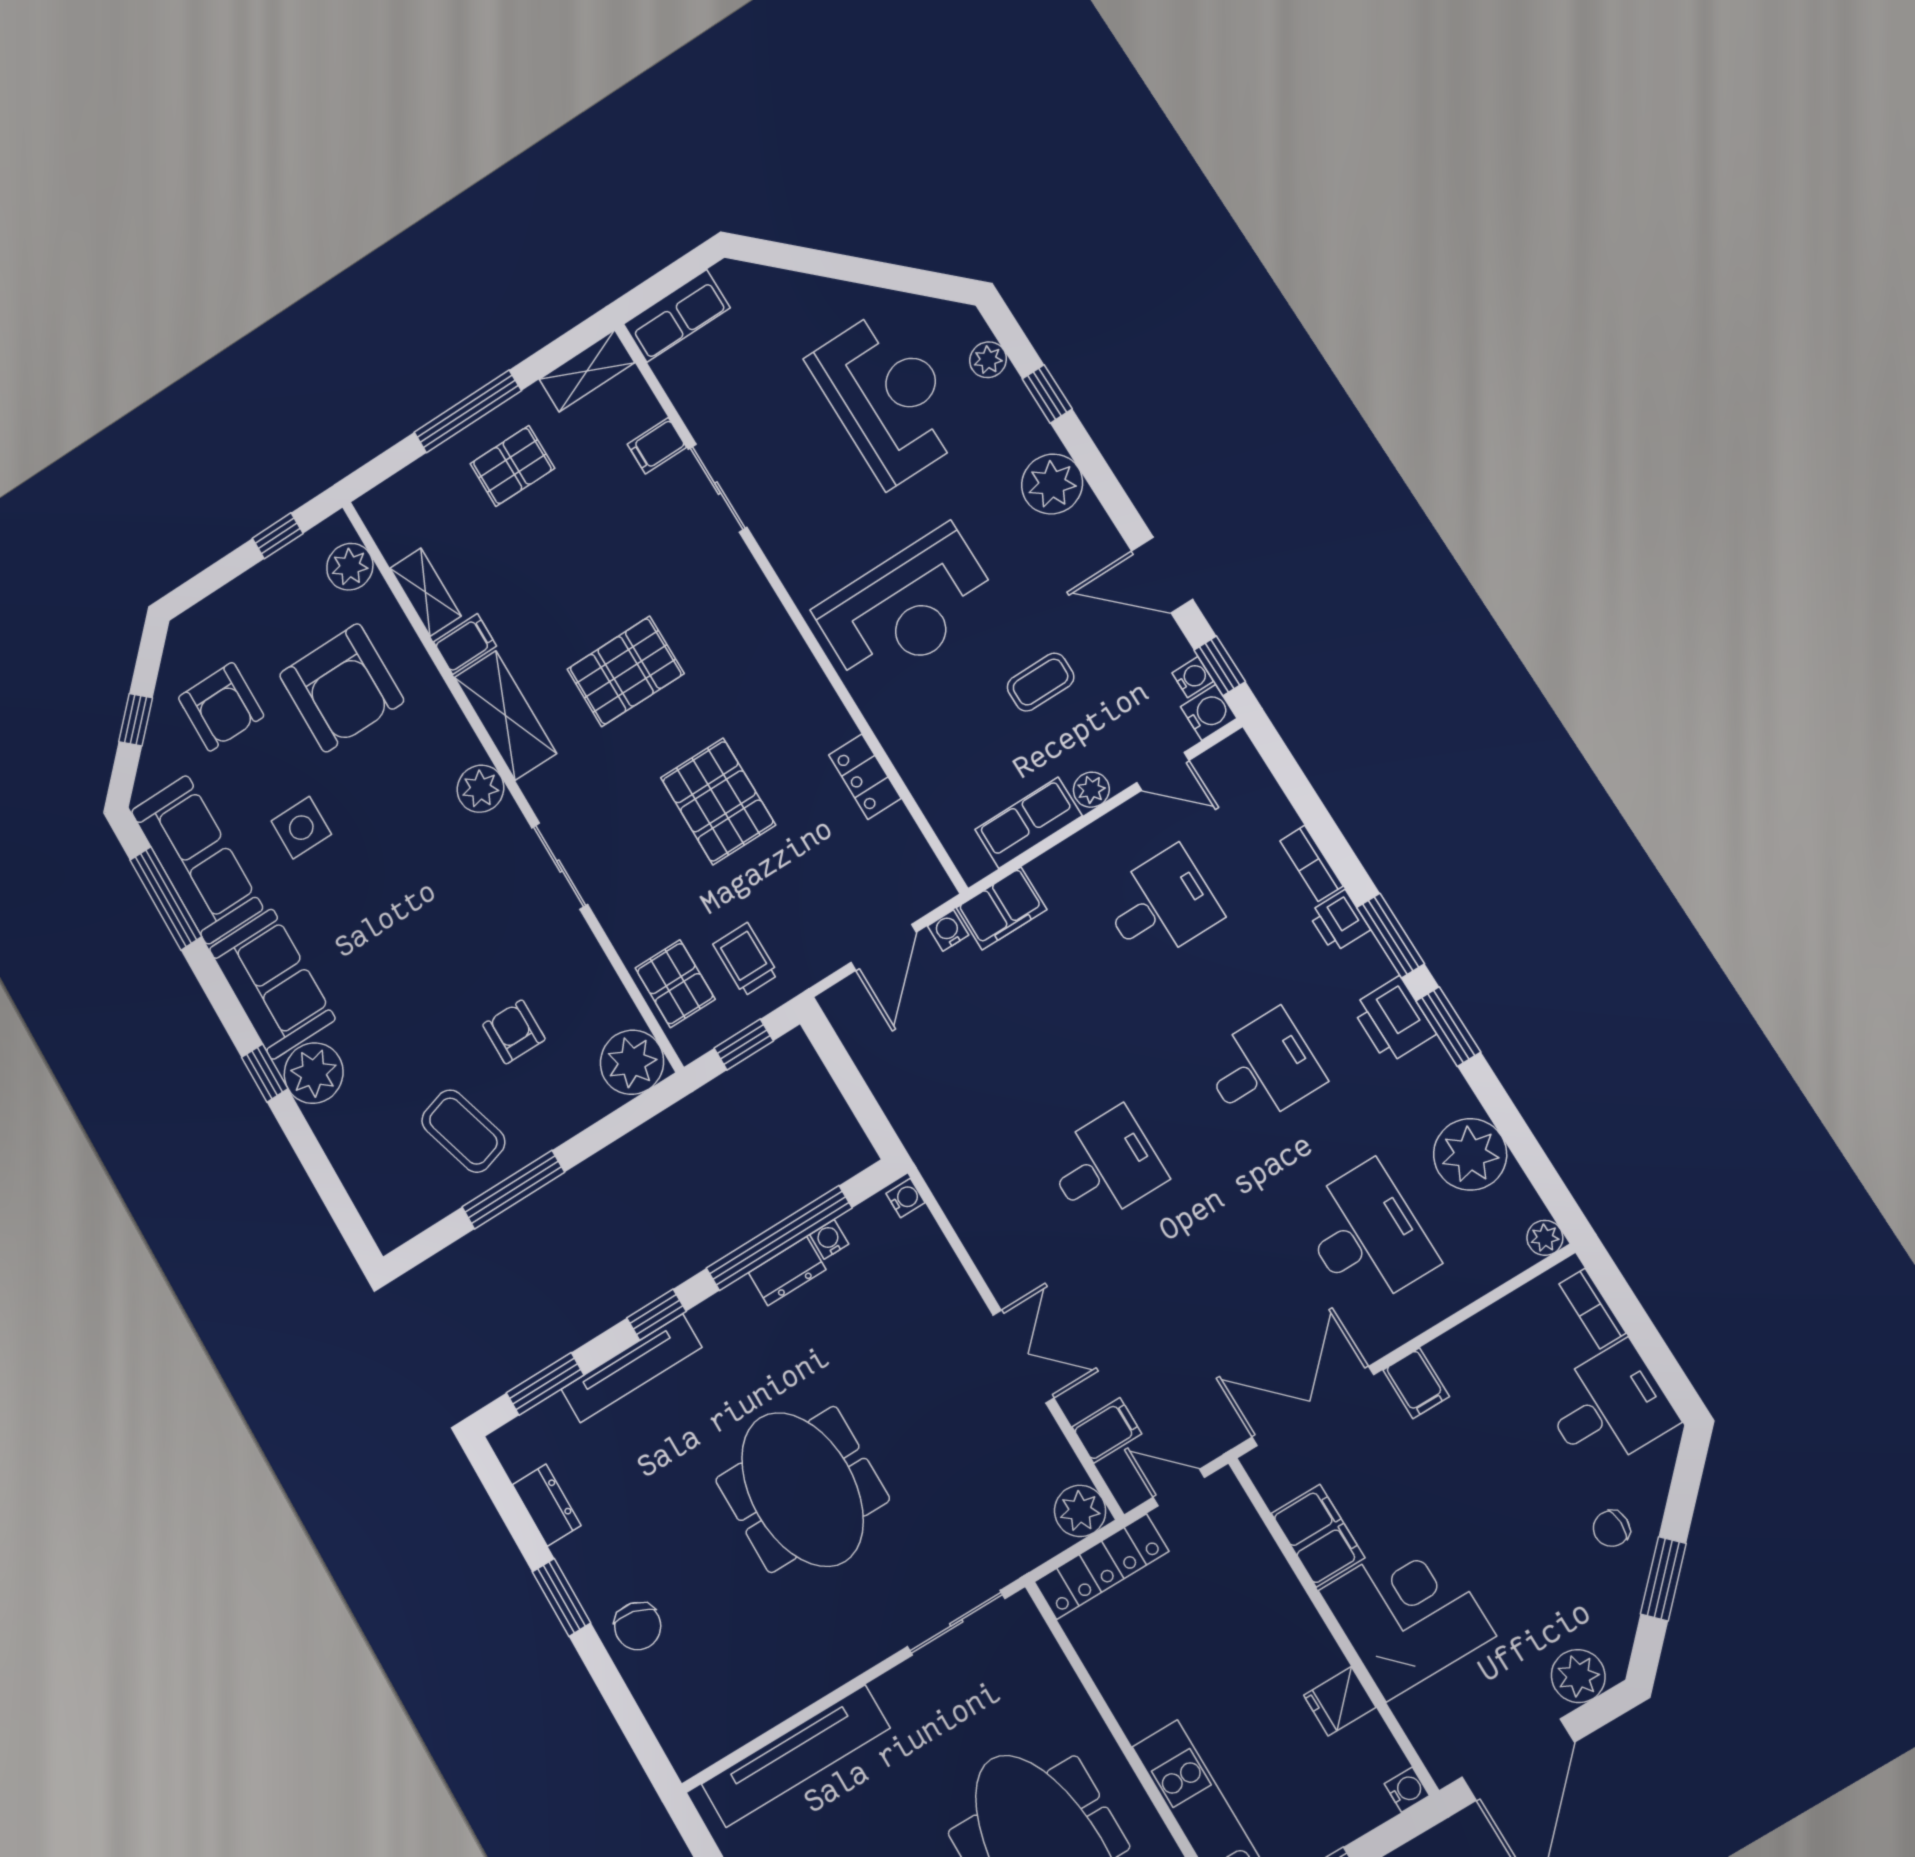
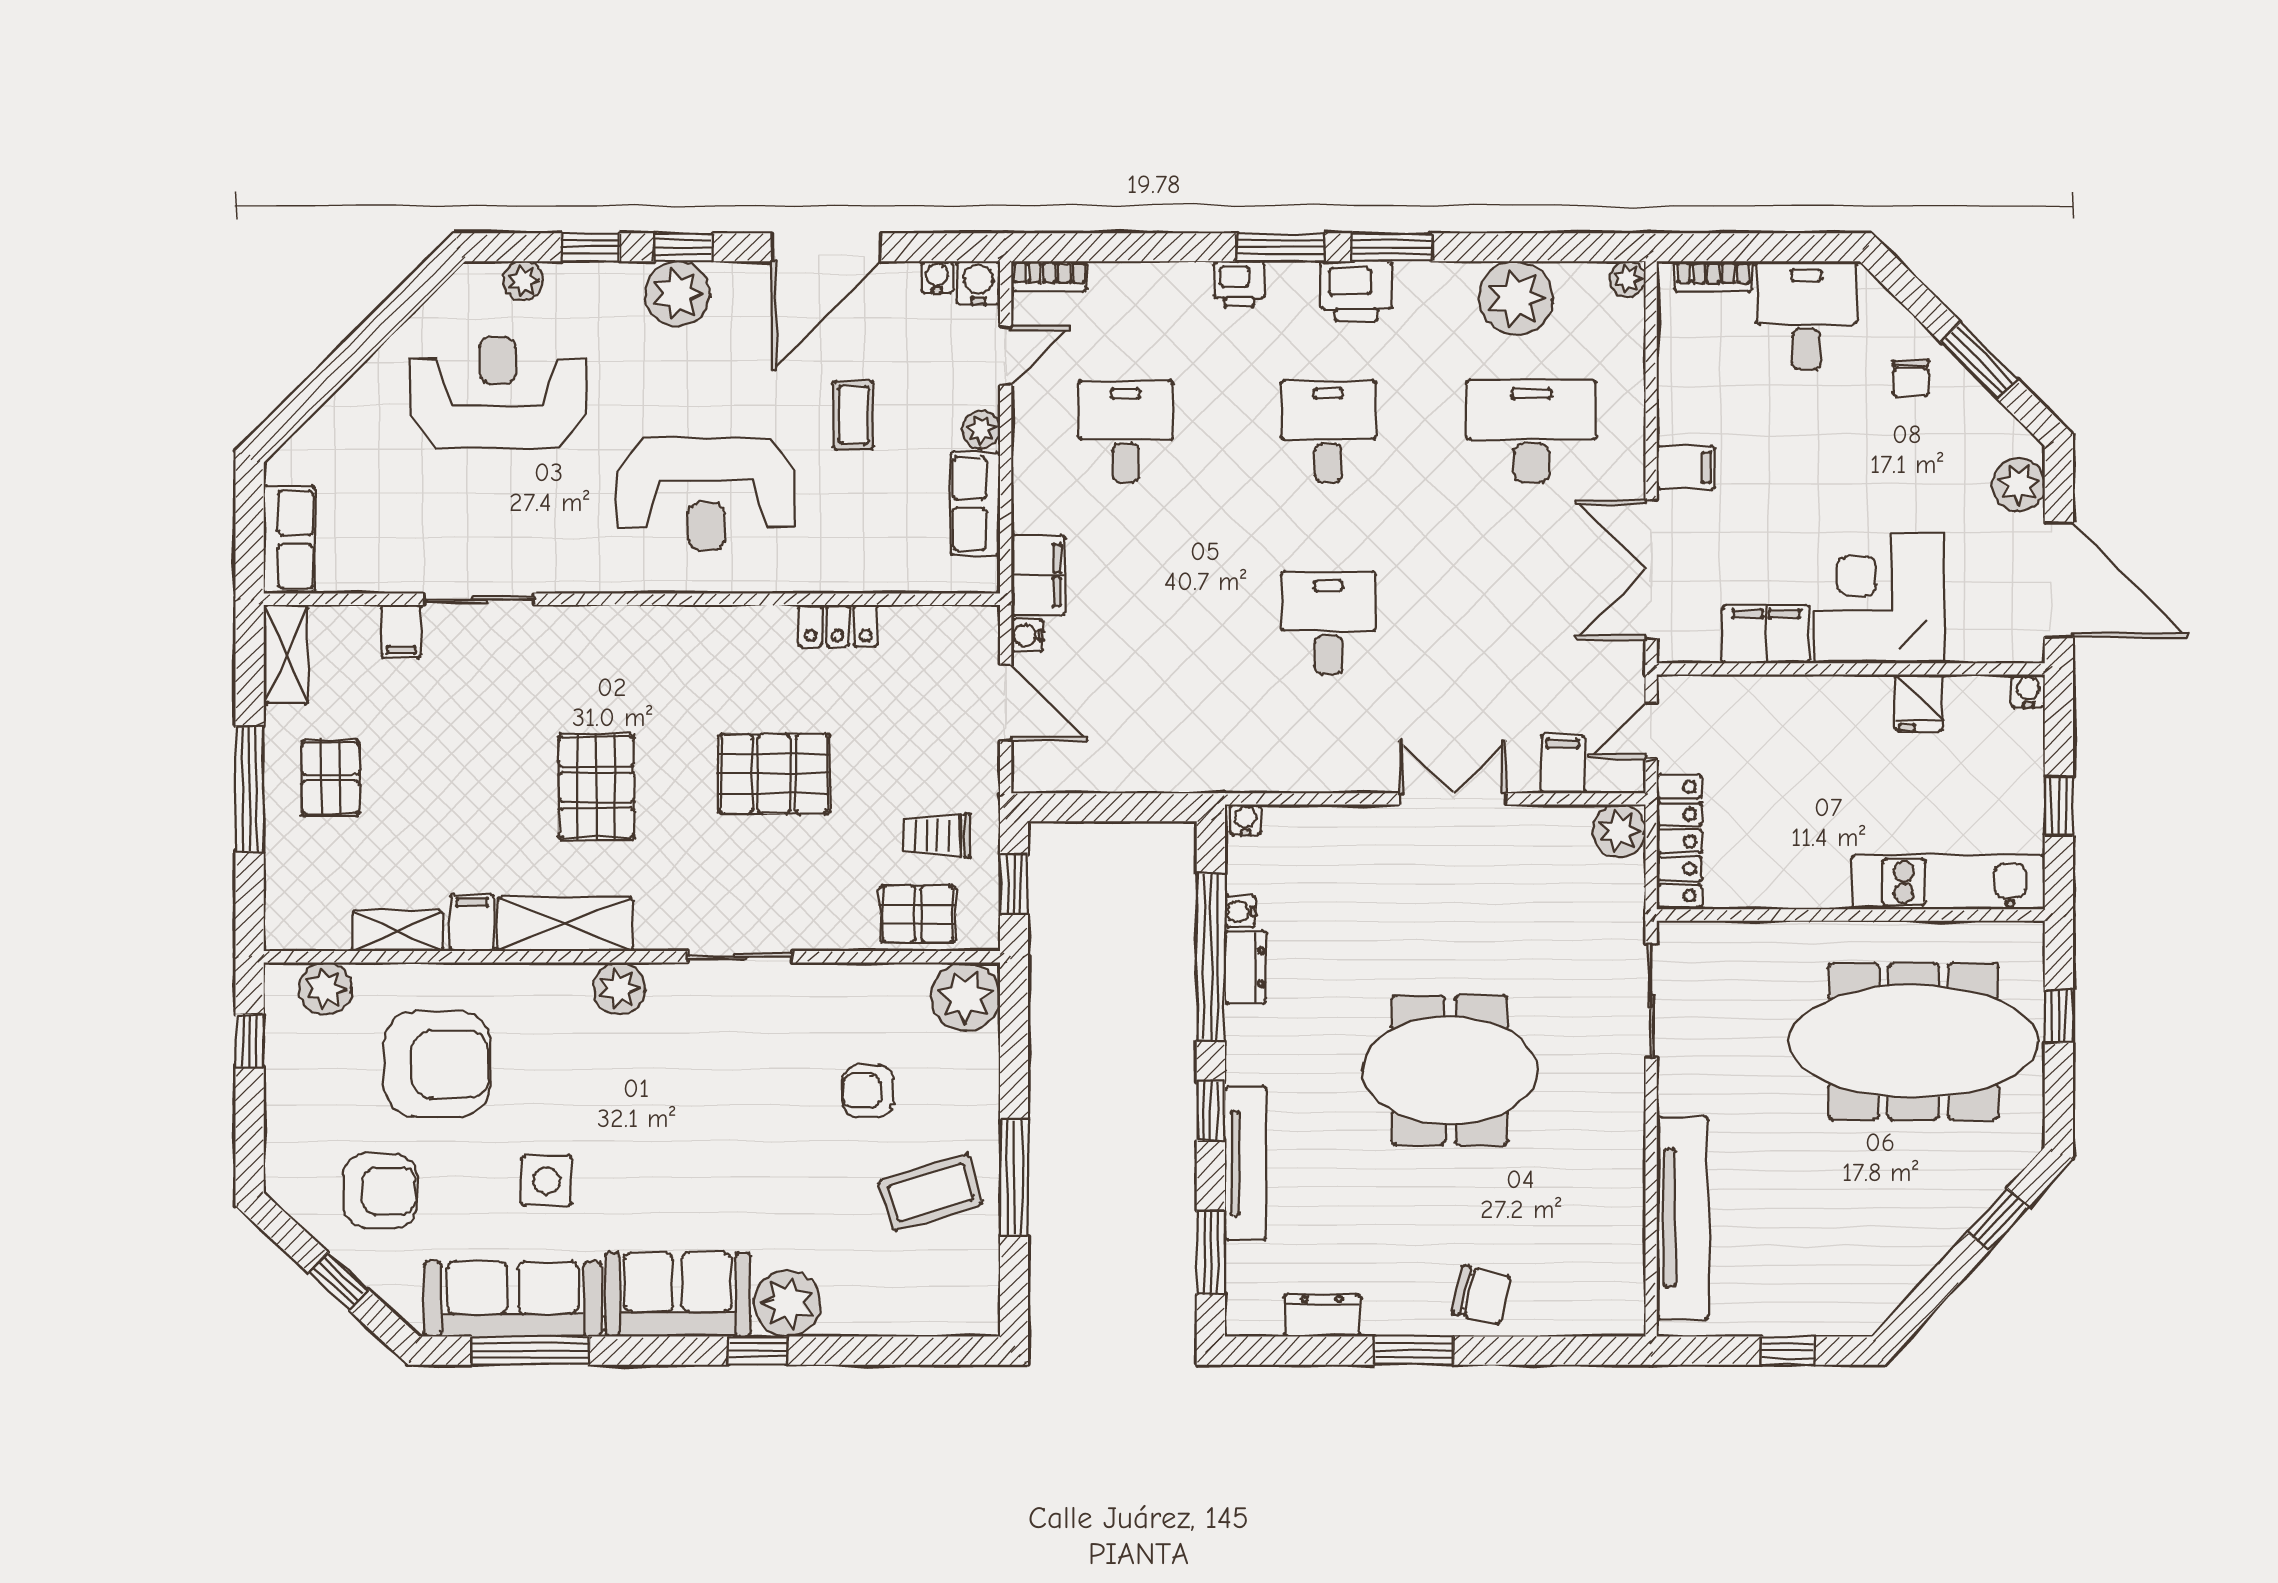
door: (1162, 575) -> (826, 247), width x1.36
reception desk: (907, 608) -> (706, 494), turned 90
window: (1220, 666) -> (683, 247), moved
bookcase: (1311, 863) -> (1049, 276), moved

